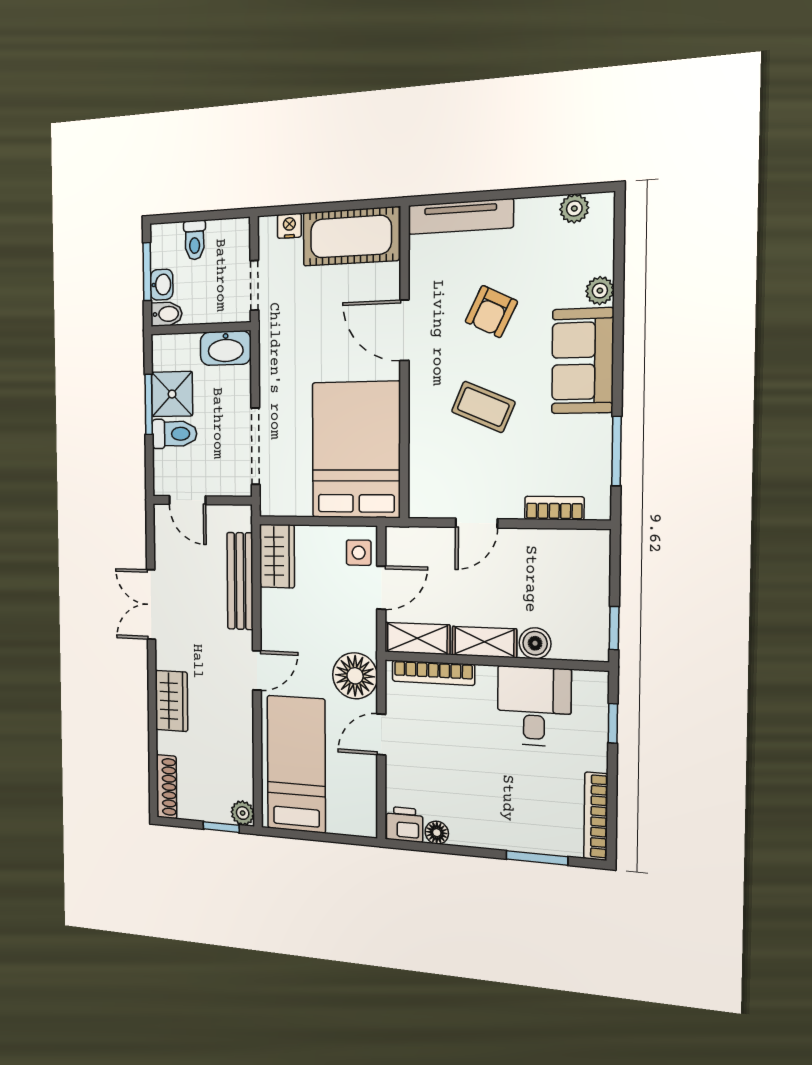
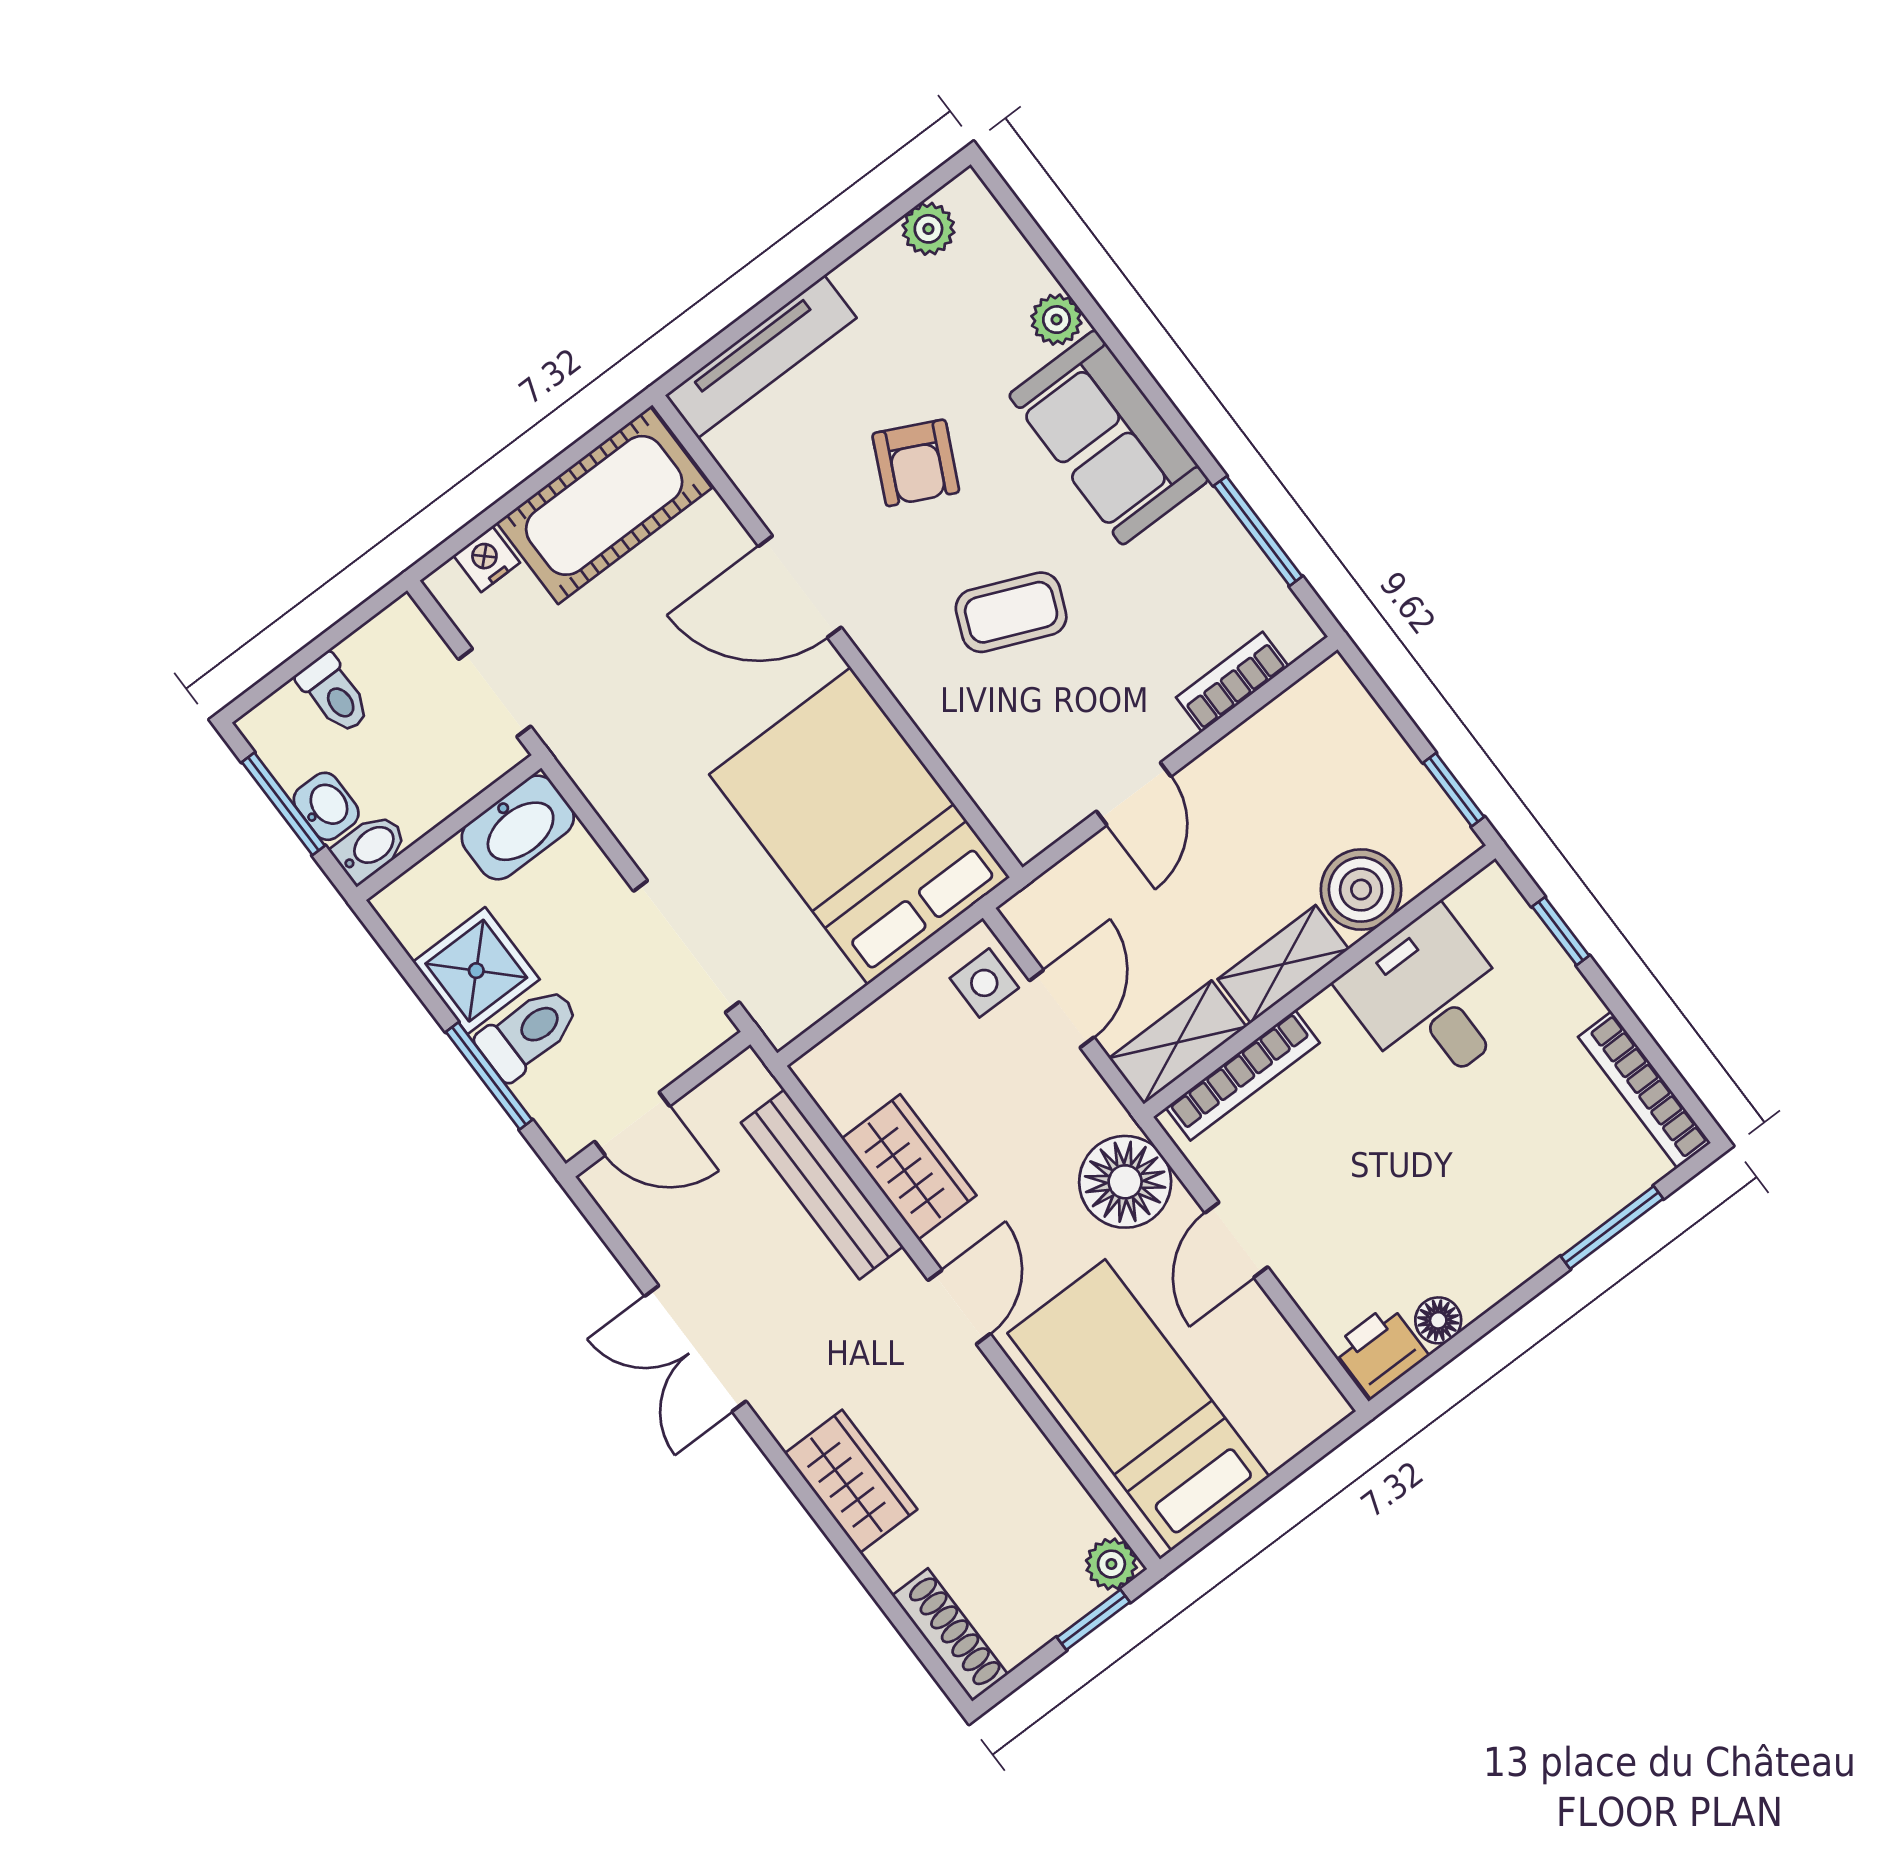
window: (149, 404) -> (489, 1076), moved
wardrobe: (277, 556) -> (909, 1167), moved
boiler: (535, 643) -> (1361, 890), width x1.36, depth x1.36

